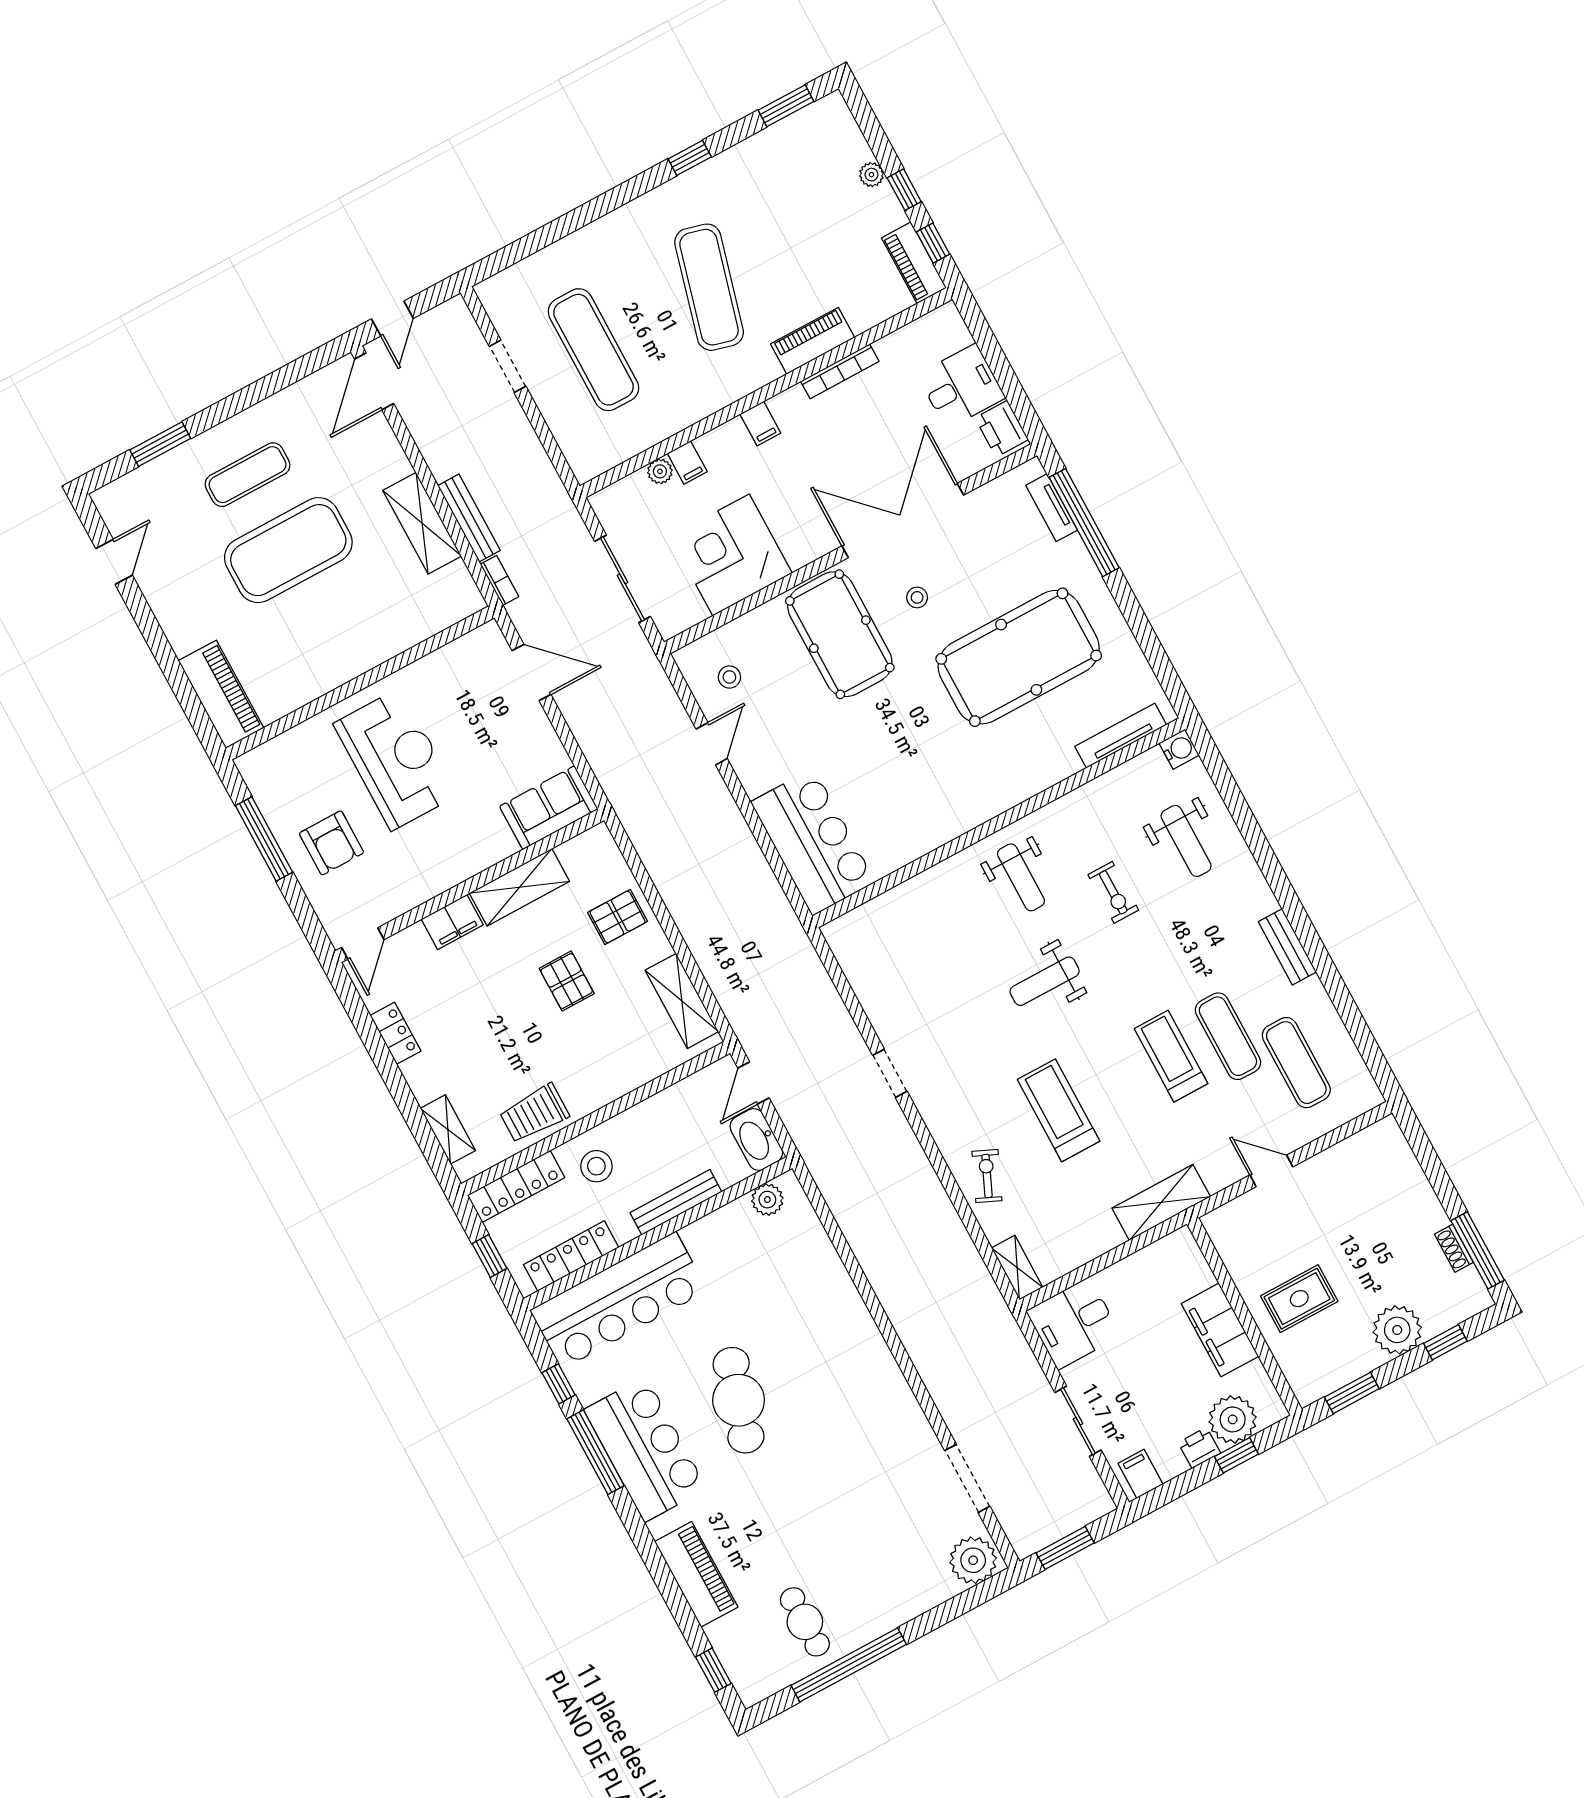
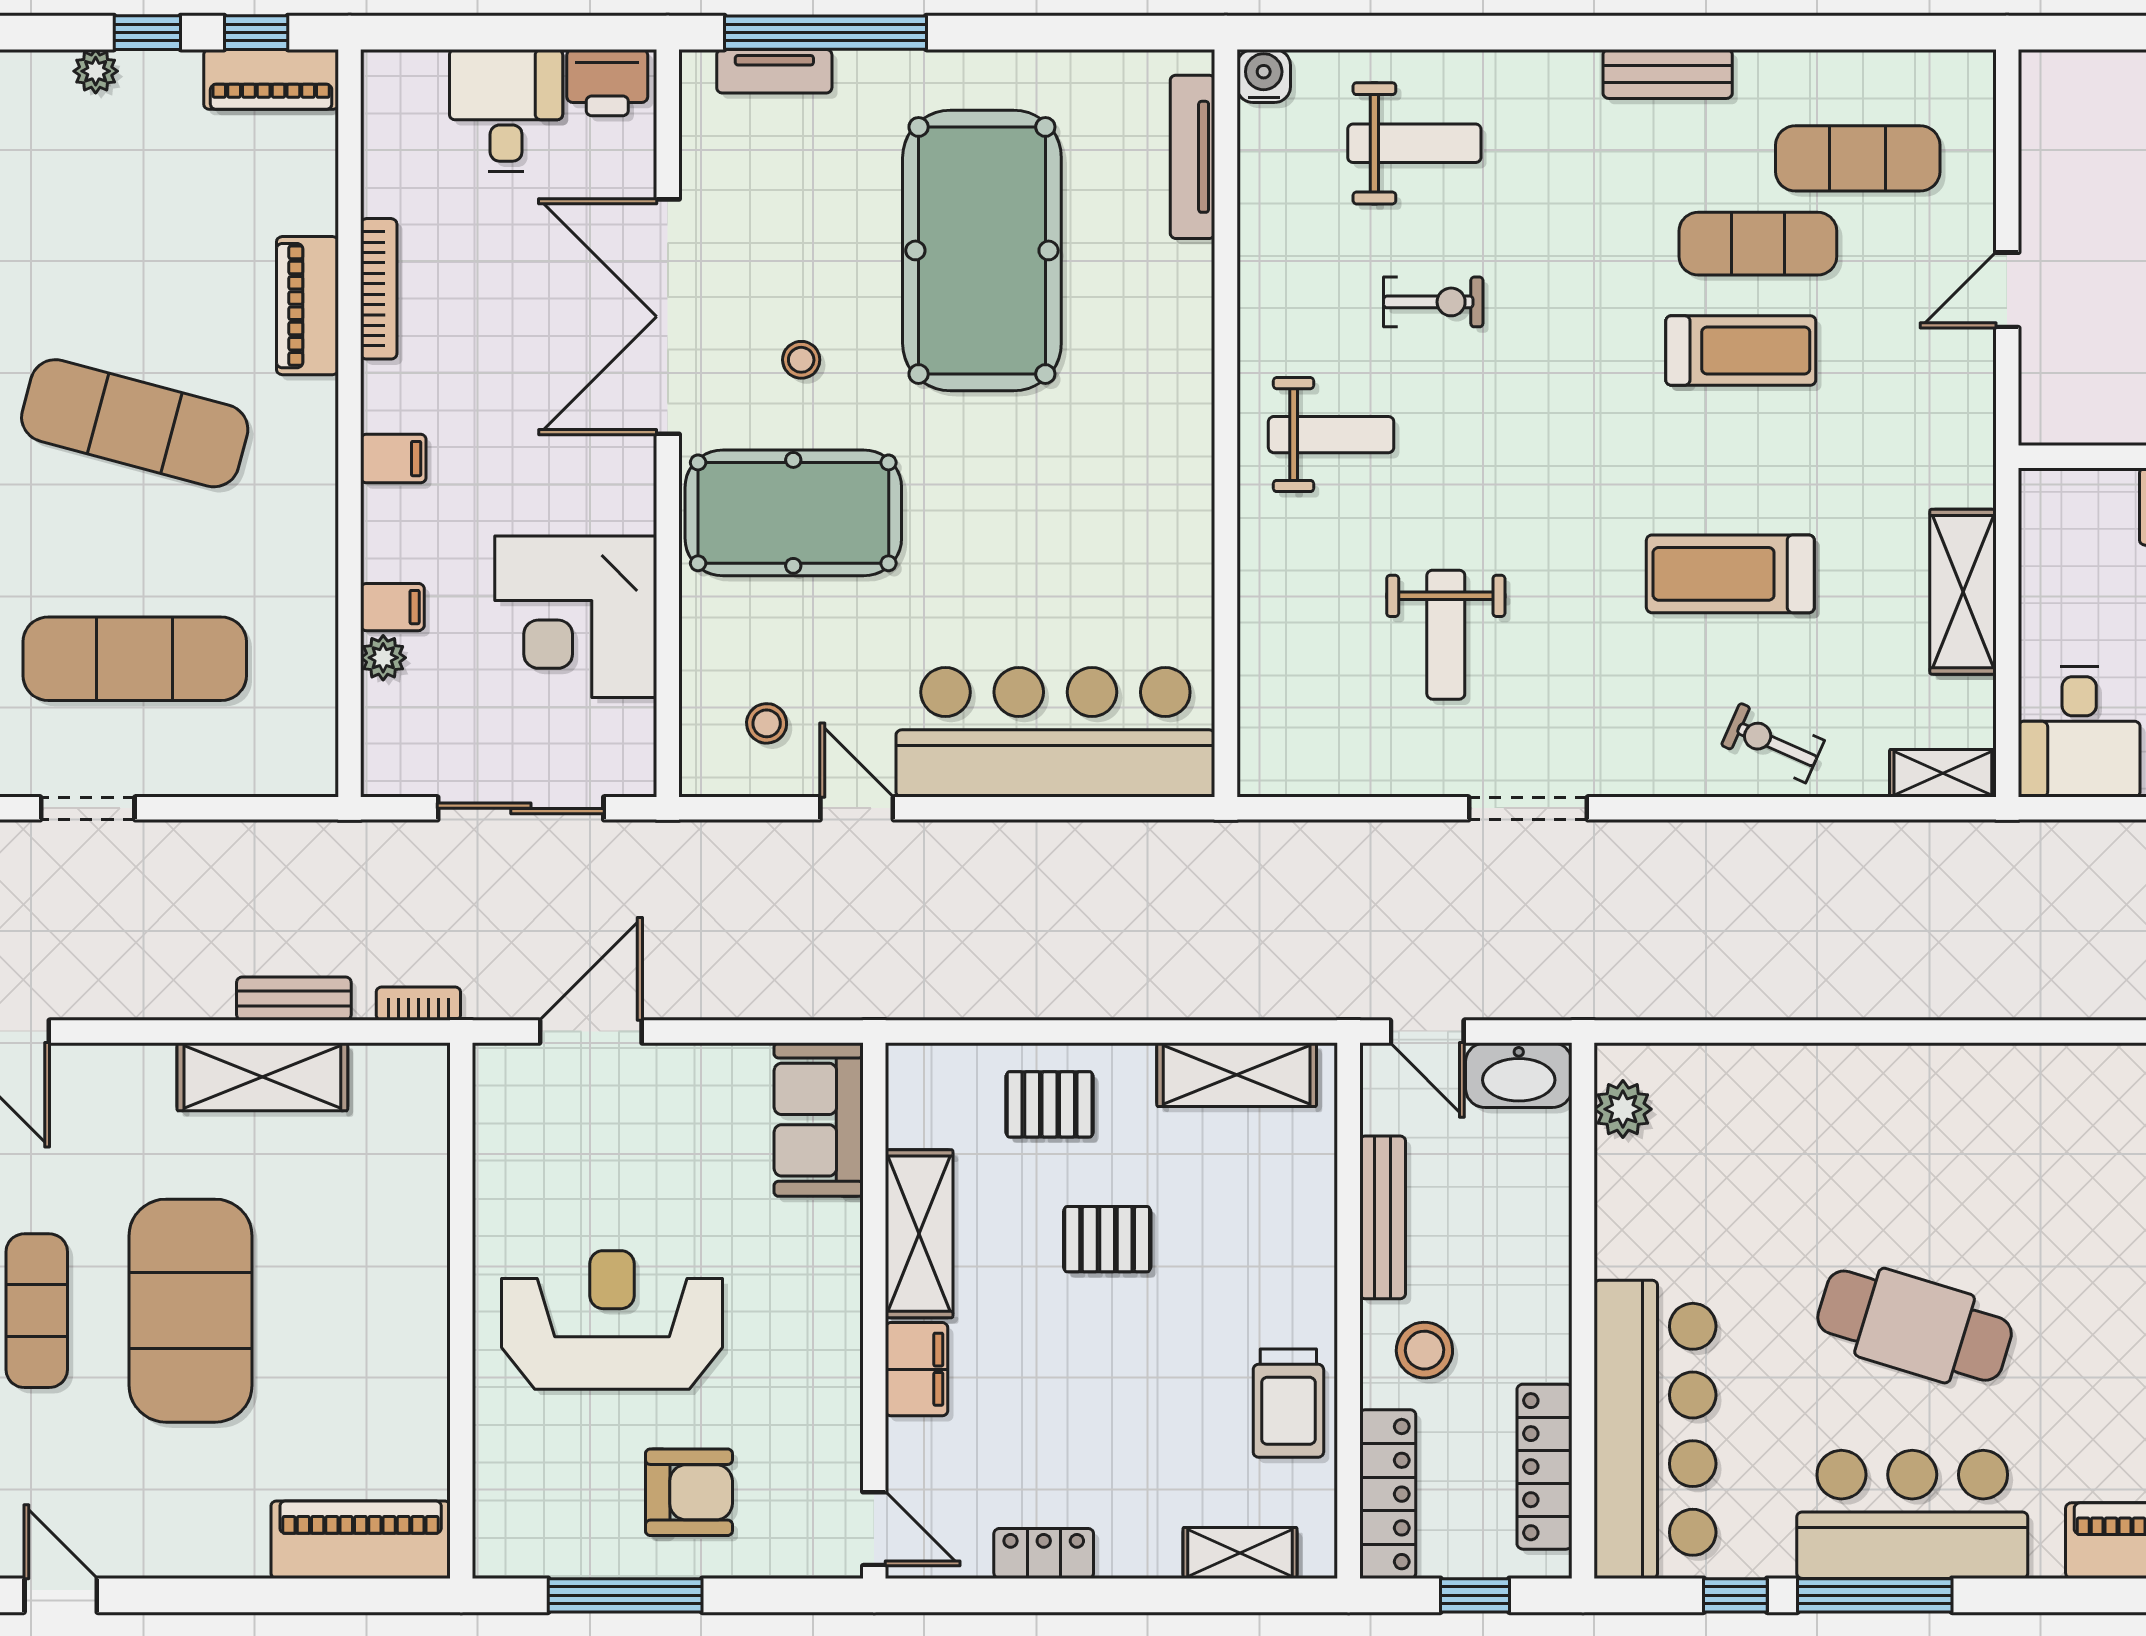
bench: (469, 518) -> (294, 999), width x0.73
bar counter: (813, 842) -> (1055, 732), width x1.36
pallet: (618, 917) -> (1050, 1104), turned 90
weight bench: (1045, 981) -> (1446, 635), moved
treadmill: (1171, 1056) -> (1741, 350), turned 180
doorway: (890, 1073) -> (1528, 808), width x1.38
bench: (676, 1202) -> (1383, 1217), moved
shelving: (1161, 1202) -> (1963, 592), moved

